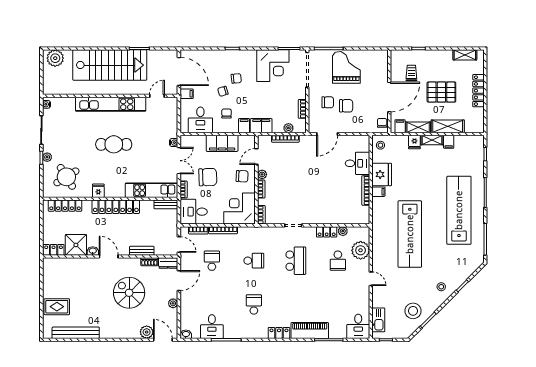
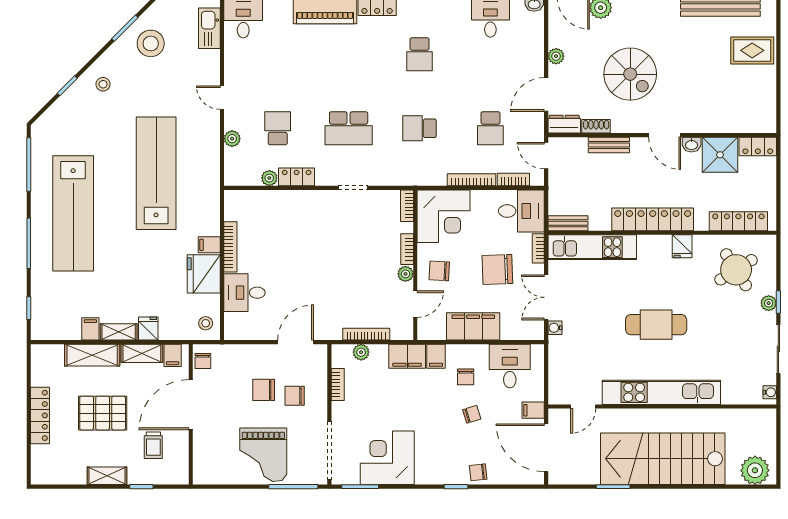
shelving: (465, 55) -> (107, 476), moved
chair: (236, 78) -> (478, 472), moved
plant: (361, 250) -> (232, 139), width x0.53, depth x0.53
school desk: (296, 261) -> (349, 128), turned -90

